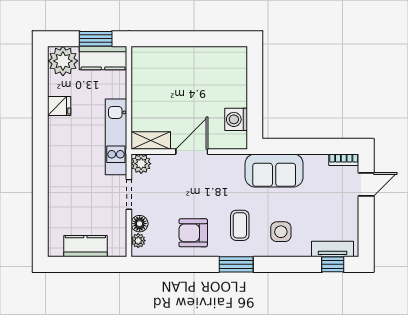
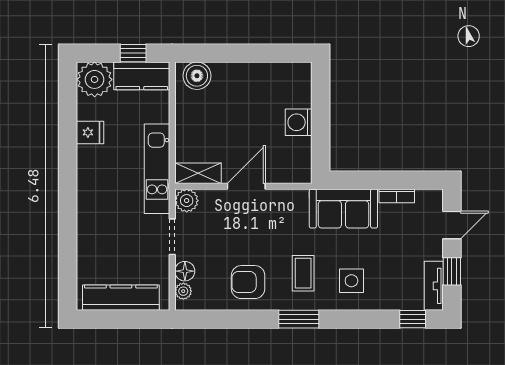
window: (96, 39) -> (133, 53), width x0.67
boiler: (150, 58) -> (197, 76), added
washing machine: (236, 119) -> (299, 122), moved
bookcase: (344, 160) -> (397, 196), moved
window: (366, 224) -> (452, 271), added
kitchen counter: (85, 246) -> (121, 298), width x1.50
tv unit: (332, 249) -> (434, 286), moved, turned -90

